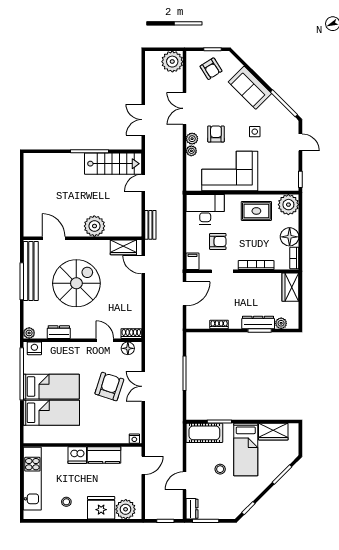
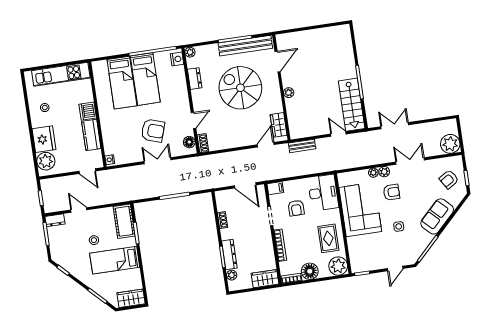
plant: (94, 226) -> (289, 93), width x0.53, depth x0.53
spiral stairs: (76, 283) -> (240, 88), turned 180
wardrobe: (273, 432) -> (131, 298), moved, turned 90

